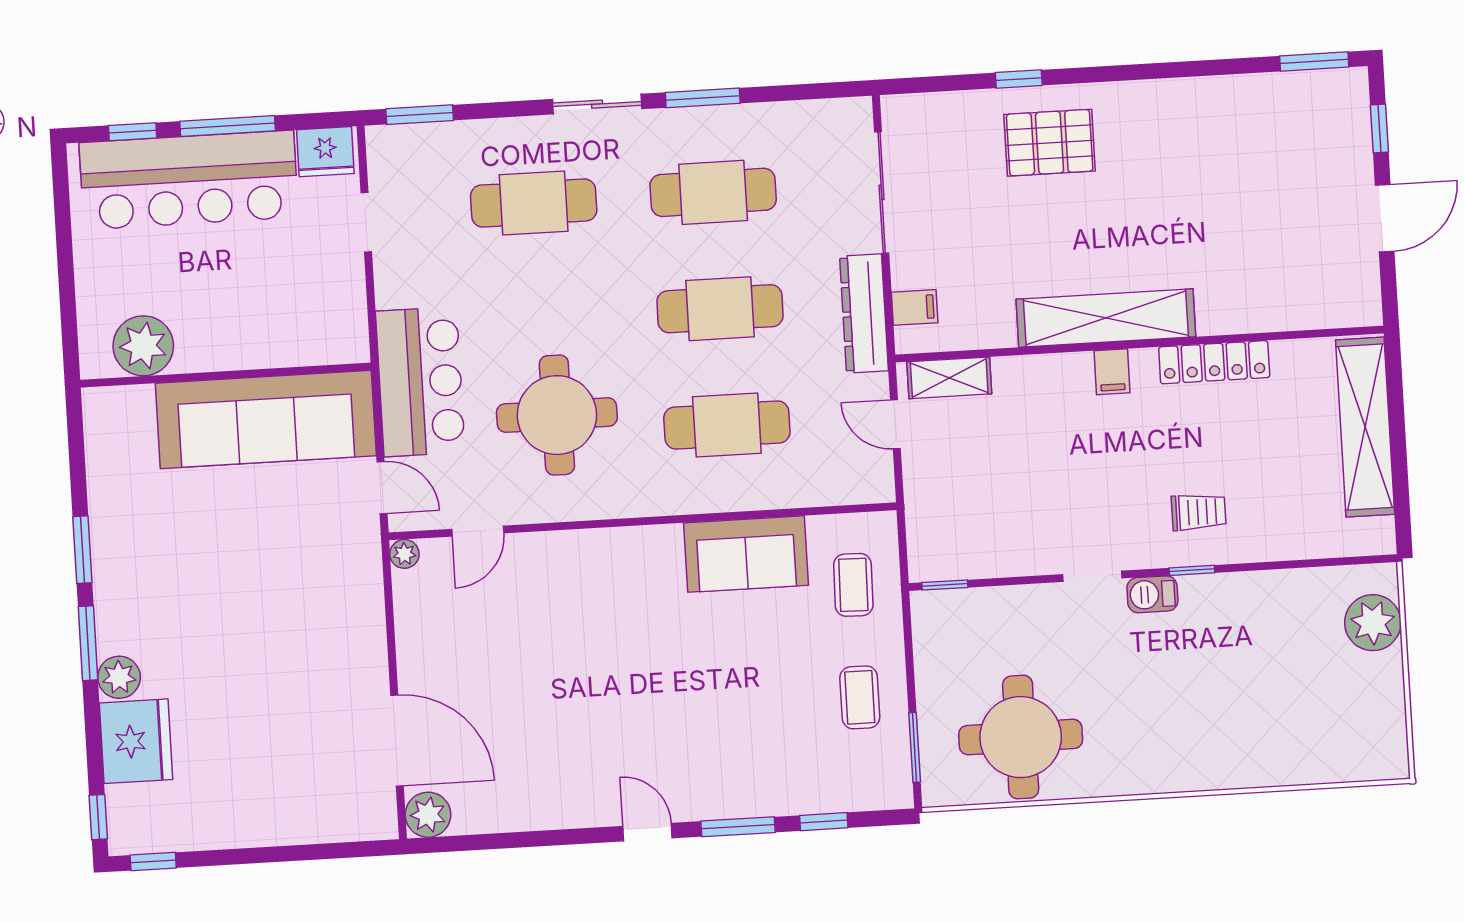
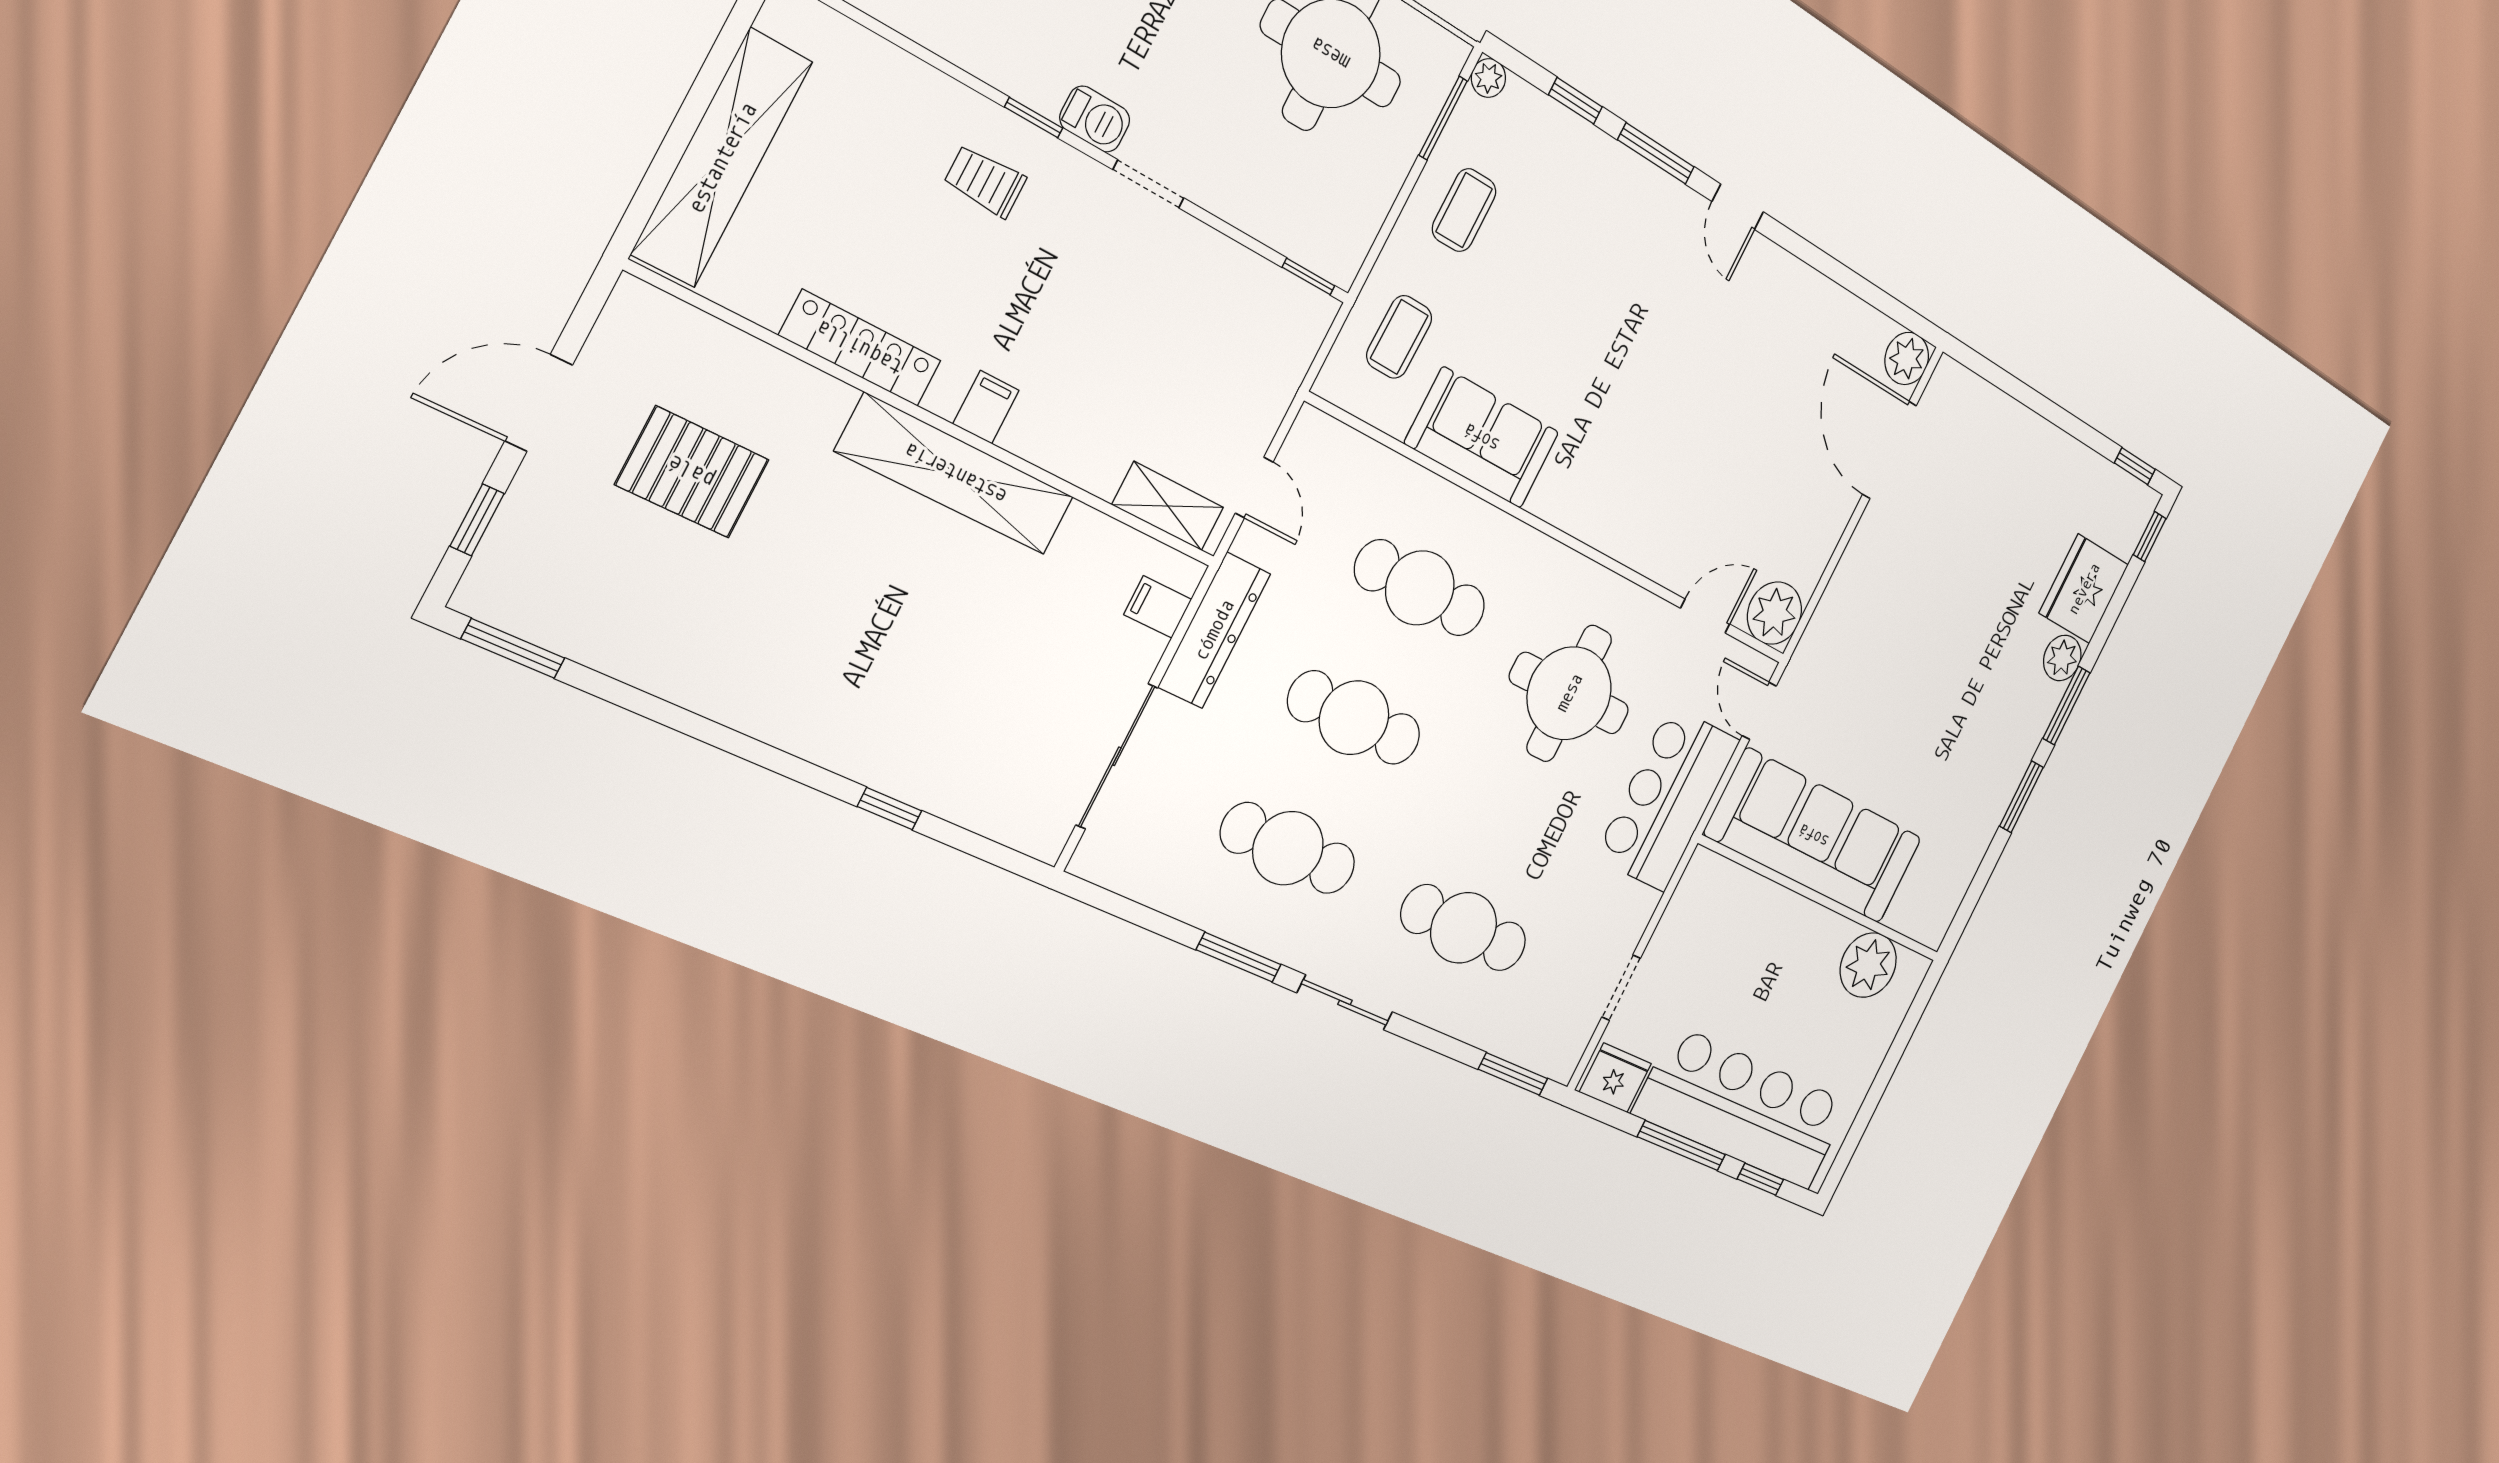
pallet: (1050, 143) -> (692, 472), moved
plant: (404, 554) -> (1775, 613), width x1.88, depth x1.88
plant: (899, 794) -> (1488, 78), added

